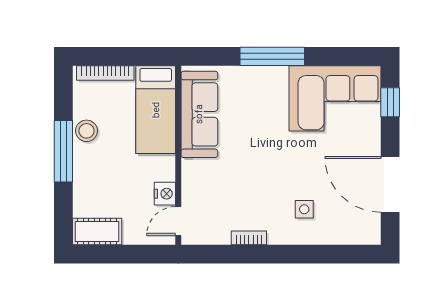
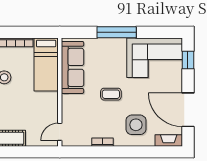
coffee table: (263, 159) -> (111, 94), added
nightstand: (165, 194) -> (52, 115), removed
side table: (304, 209) -> (136, 125), width x1.87, depth x1.87
fireplace: (358, 235) -> (169, 140), added

